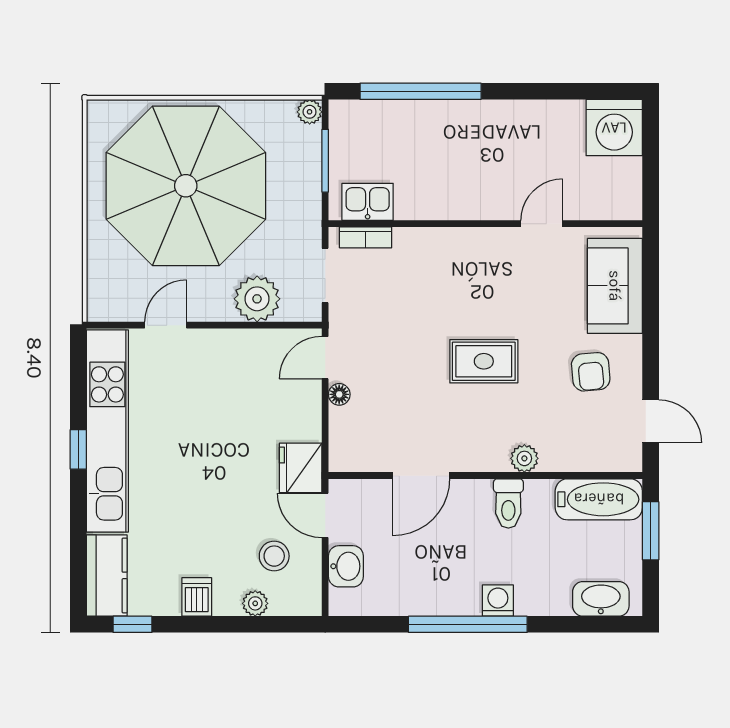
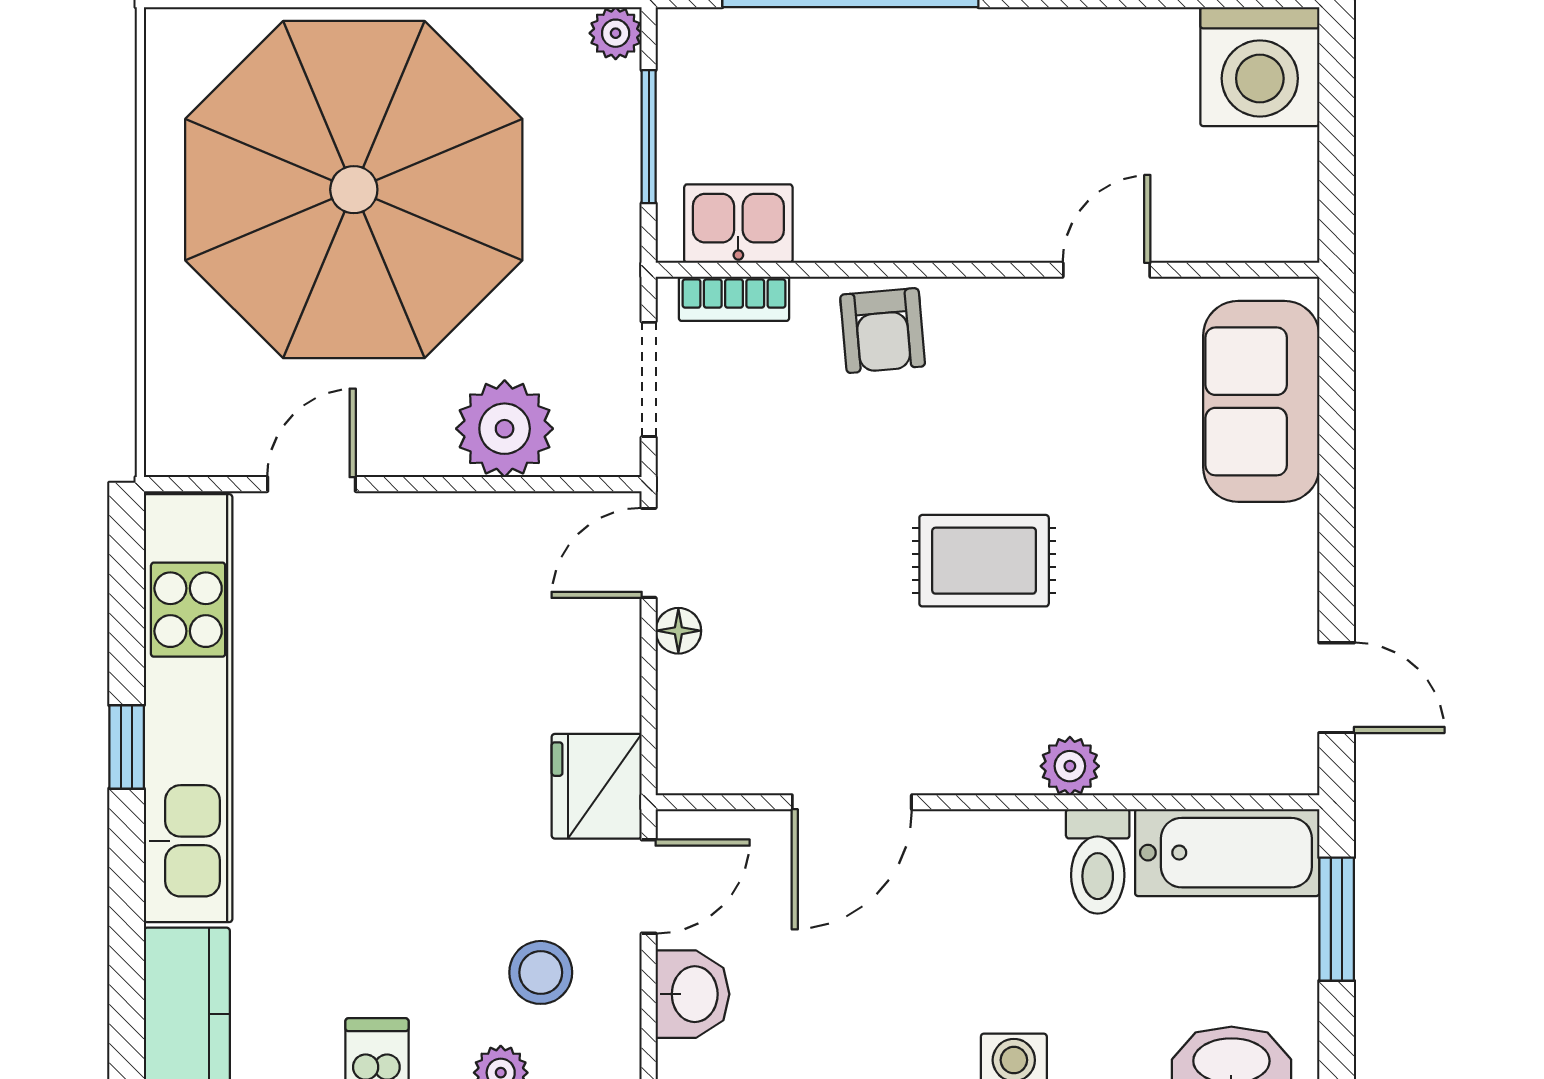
armchair: (591, 372) -> (883, 331), moved
toilet: (508, 504) -> (1098, 861), moved
door: (325, 515) -> (649, 887), swing flipped

